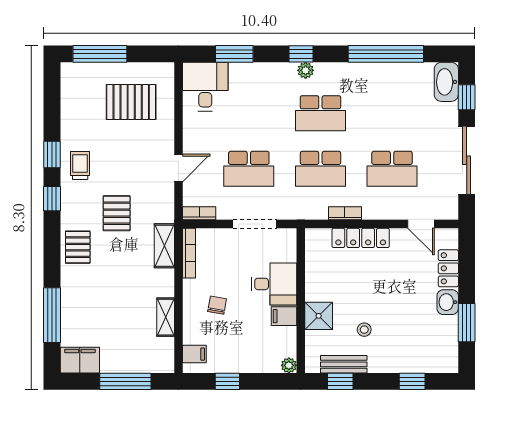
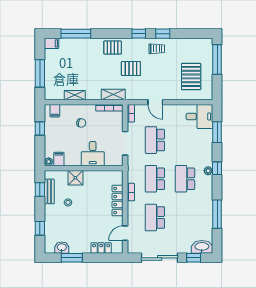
window: (386, 54) -> (217, 214), width x0.68
washbasin: (448, 302) -> (62, 248), moved
filing cabinet: (284, 316) -> (59, 159), moved
filing cabinet: (80, 360) -> (52, 43), width x0.50

